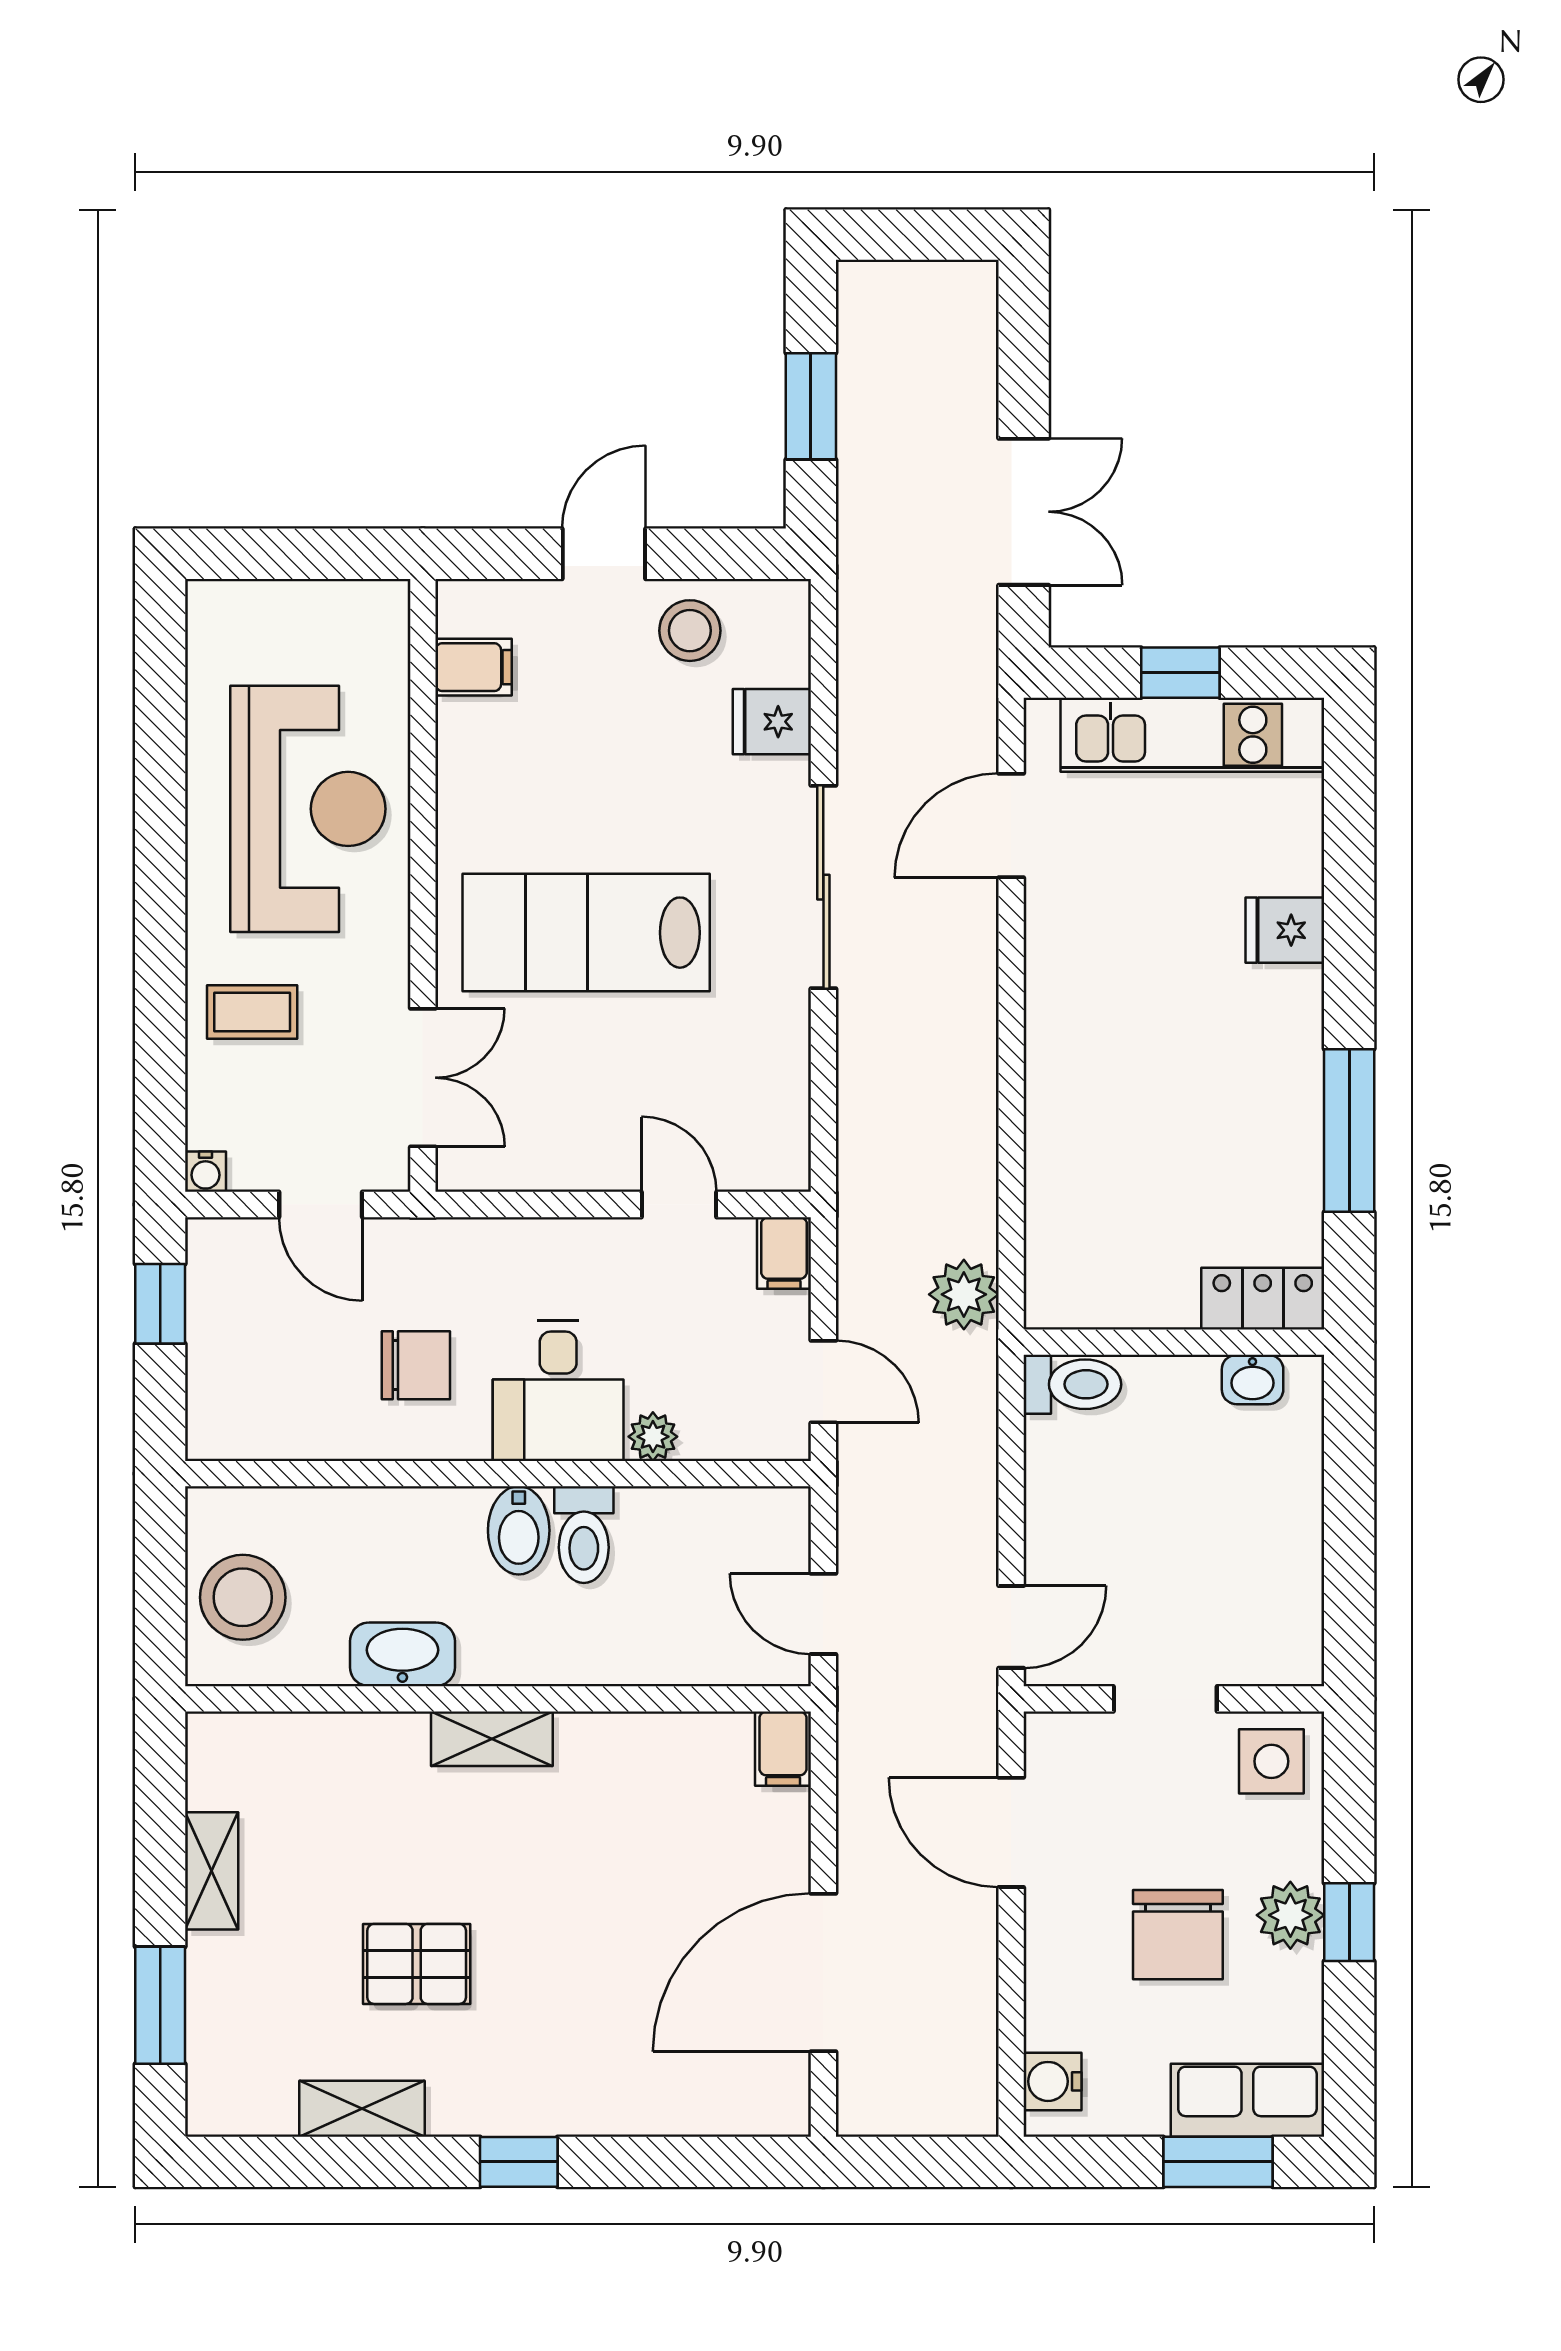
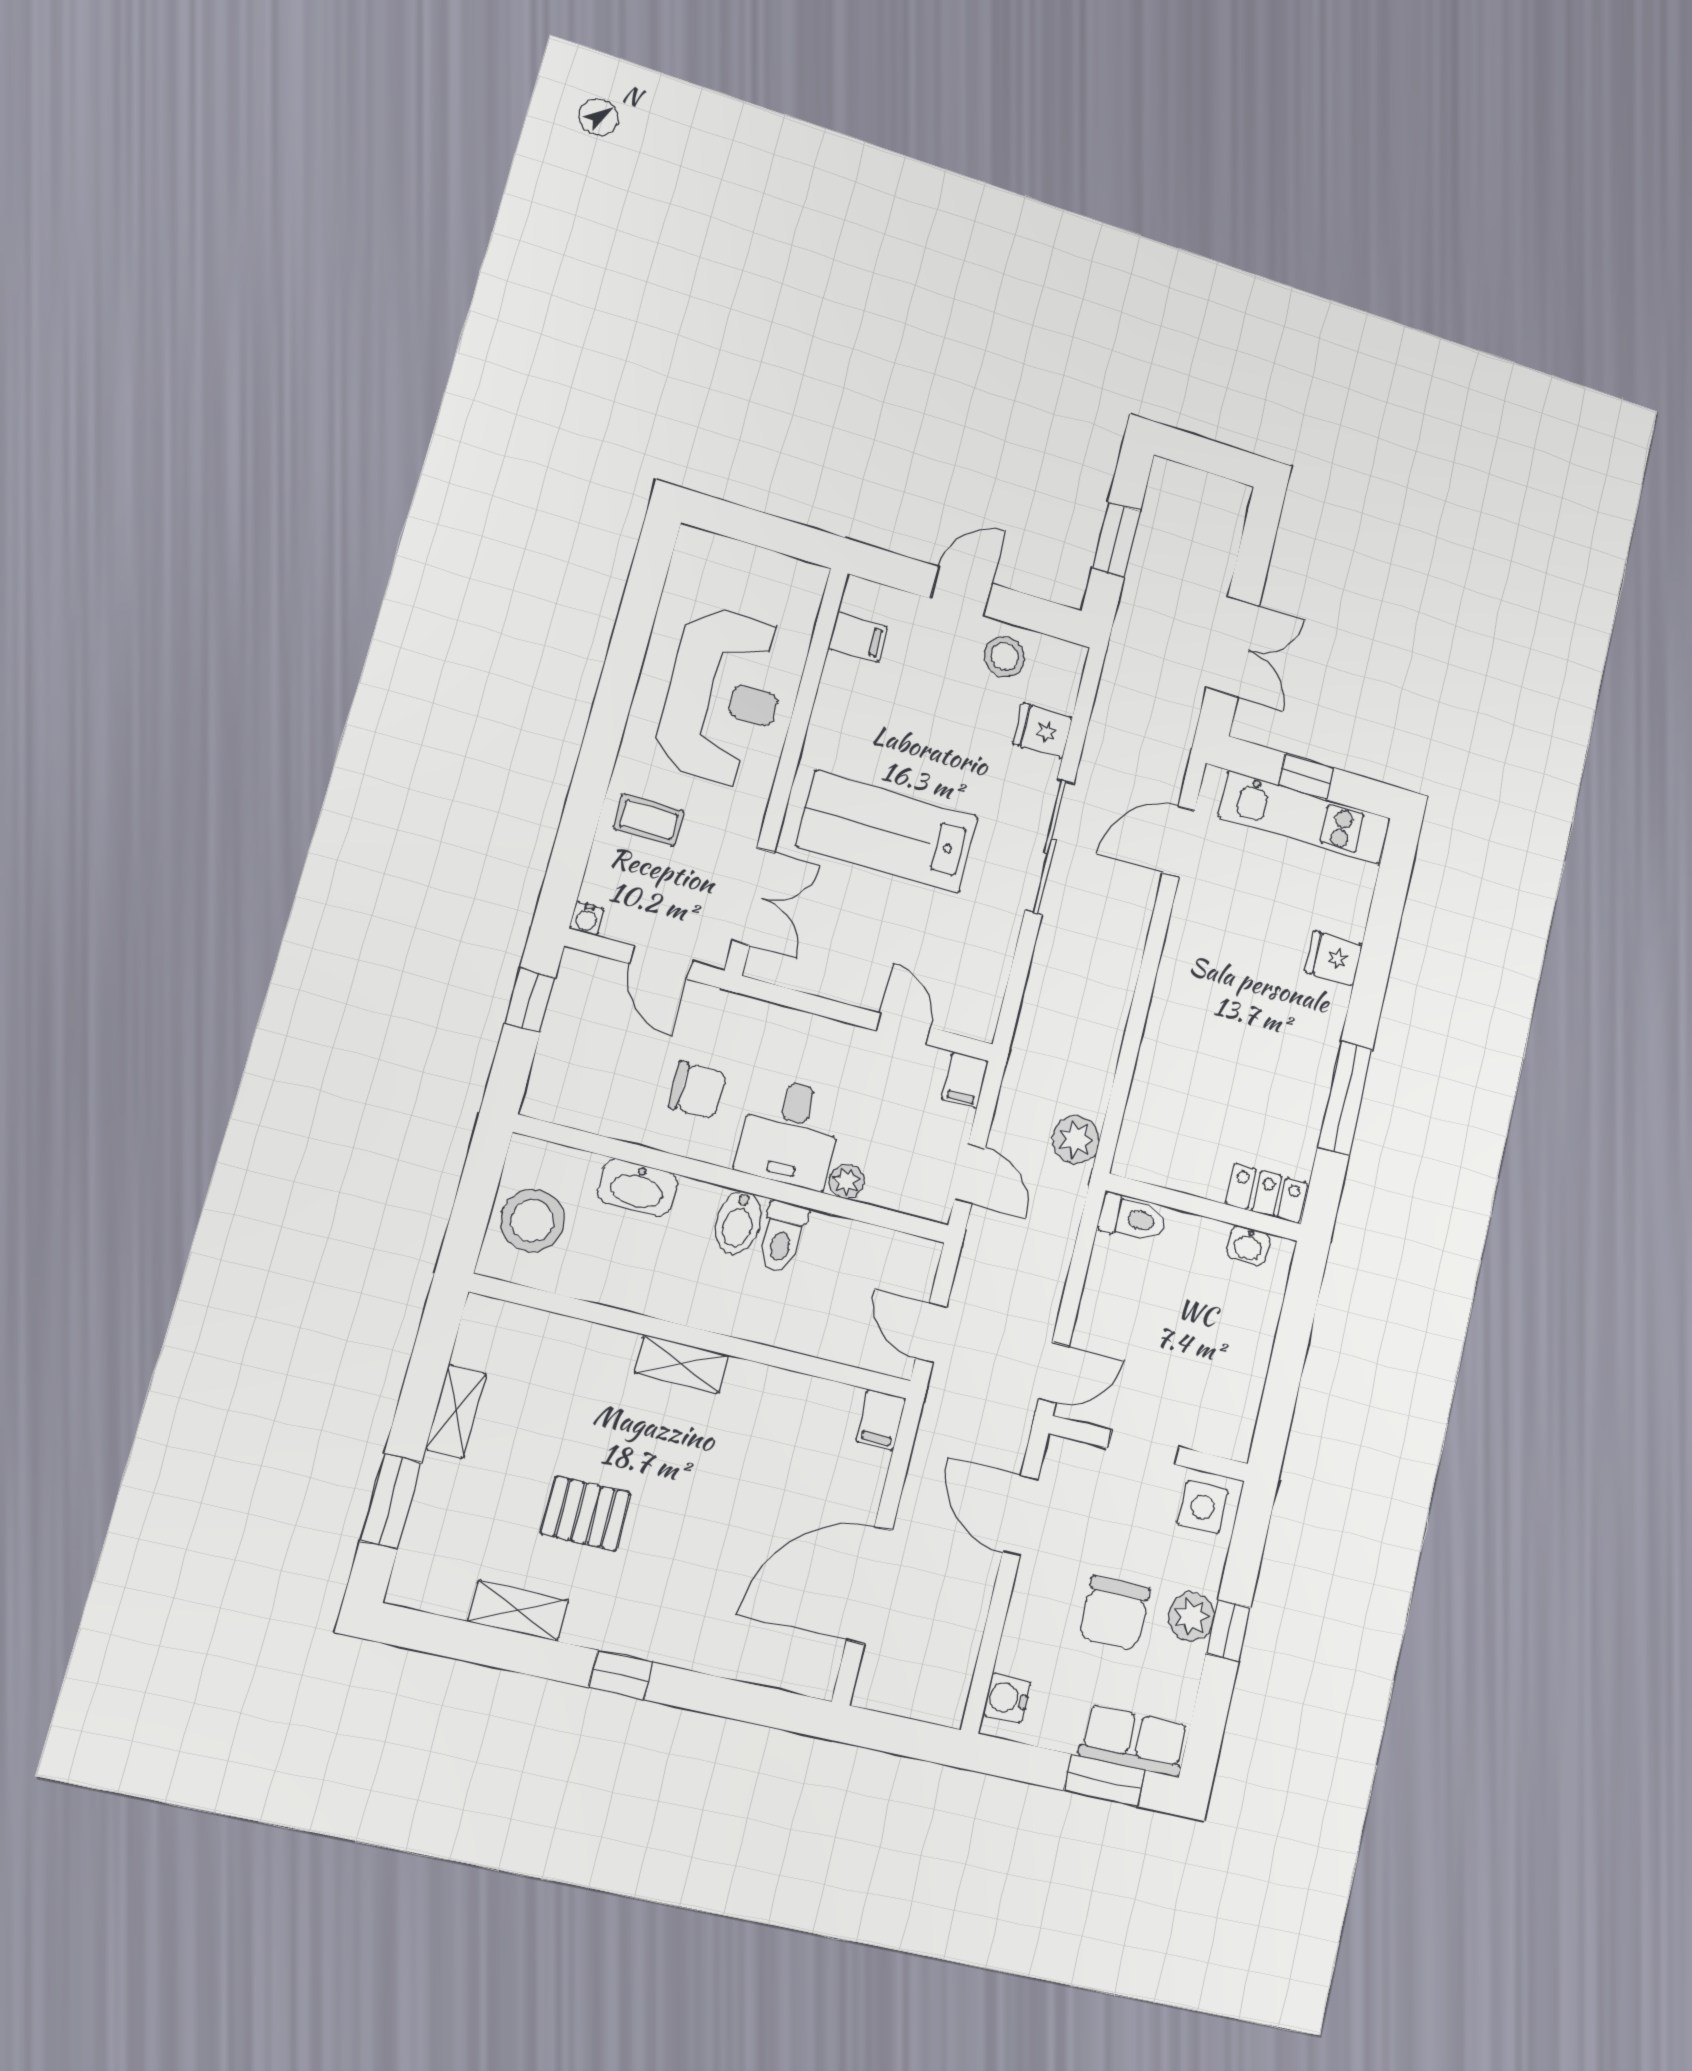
washbasin: (402, 1654) -> (638, 1188), moved, turned 180

